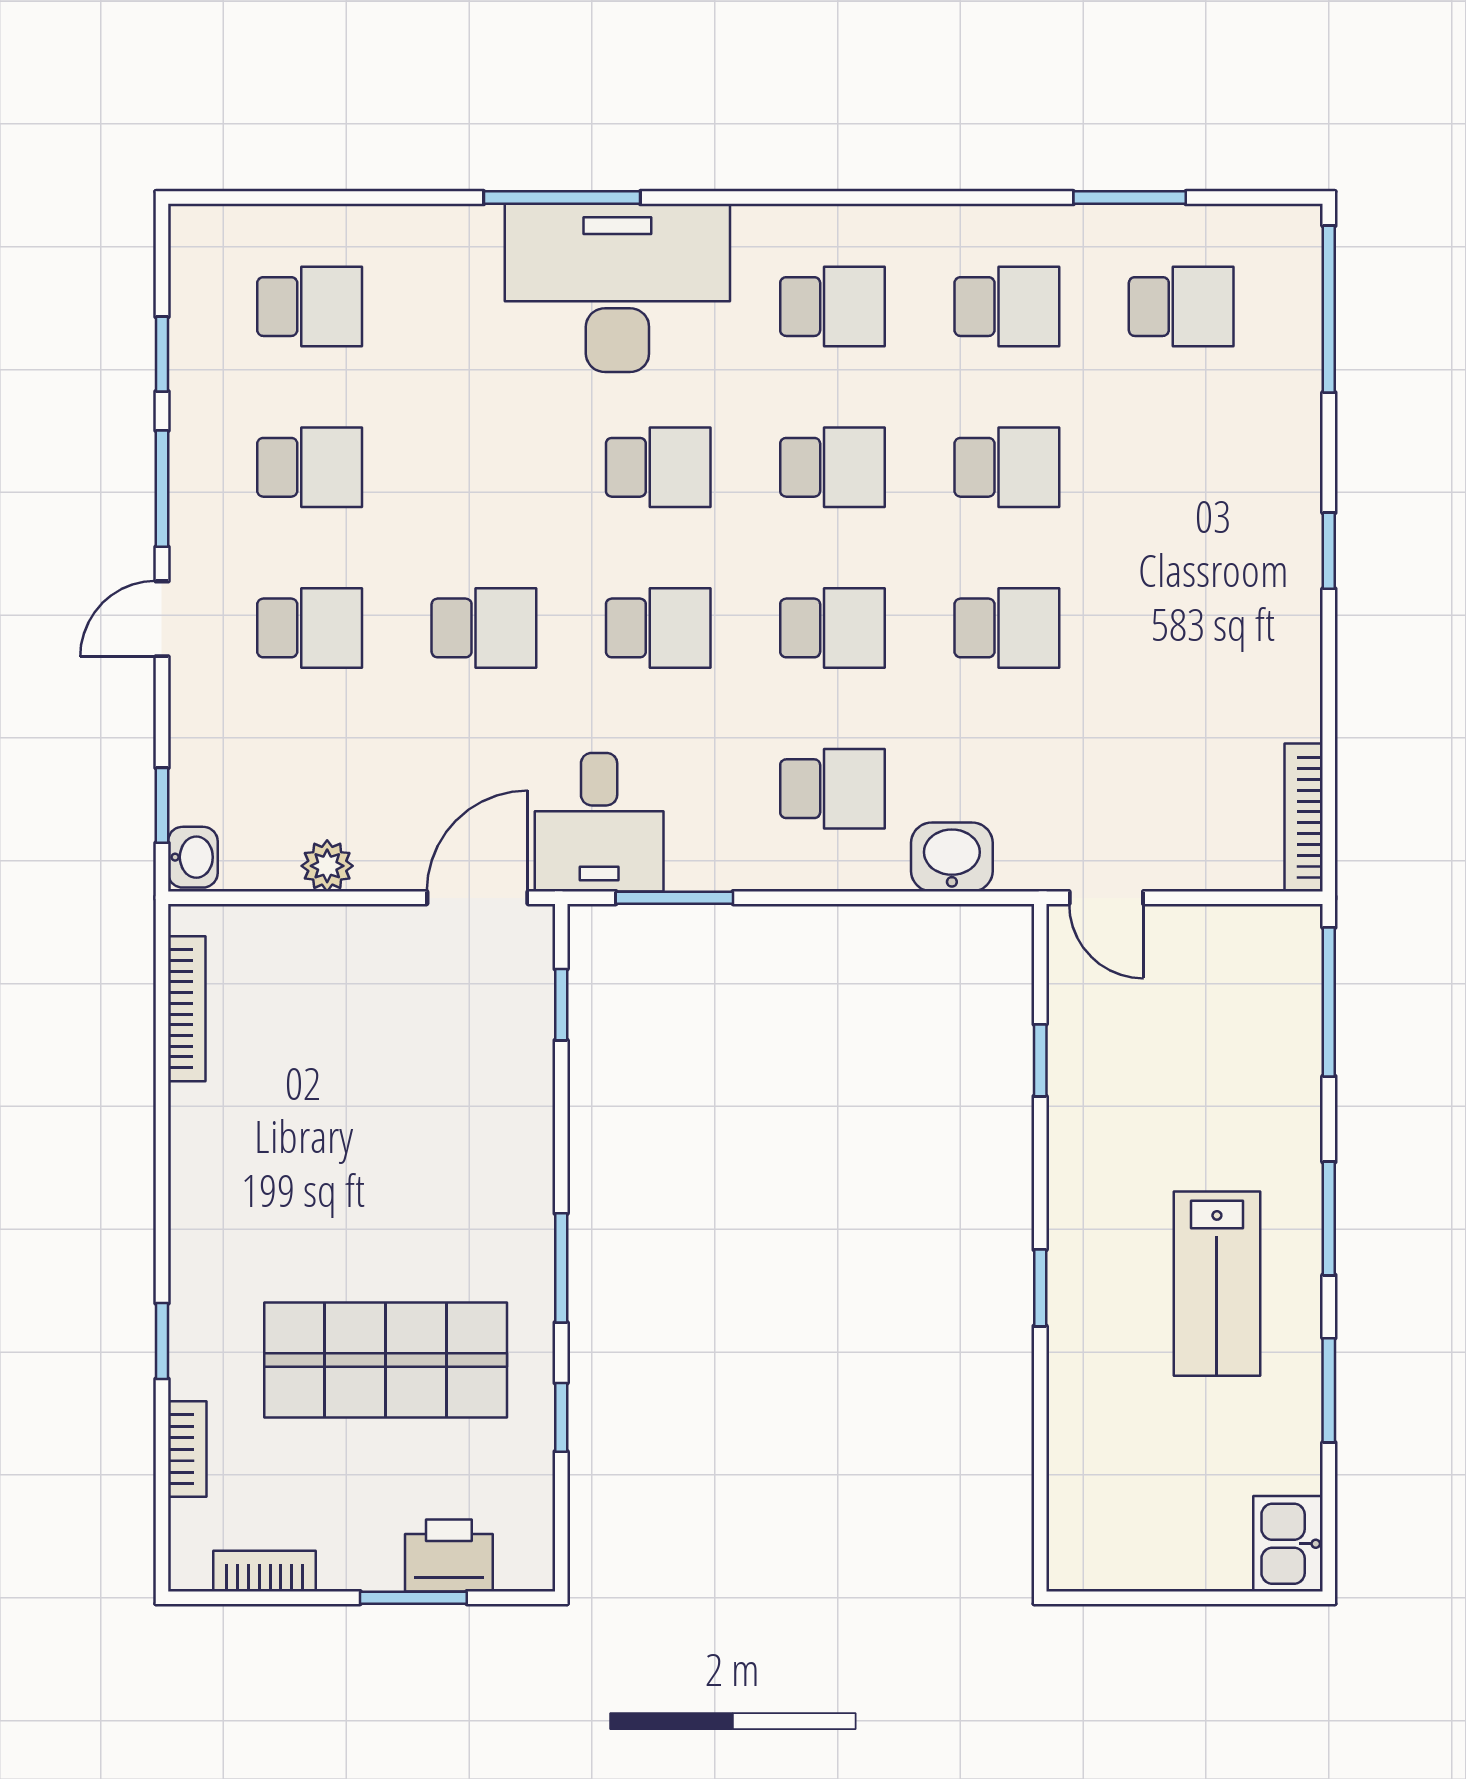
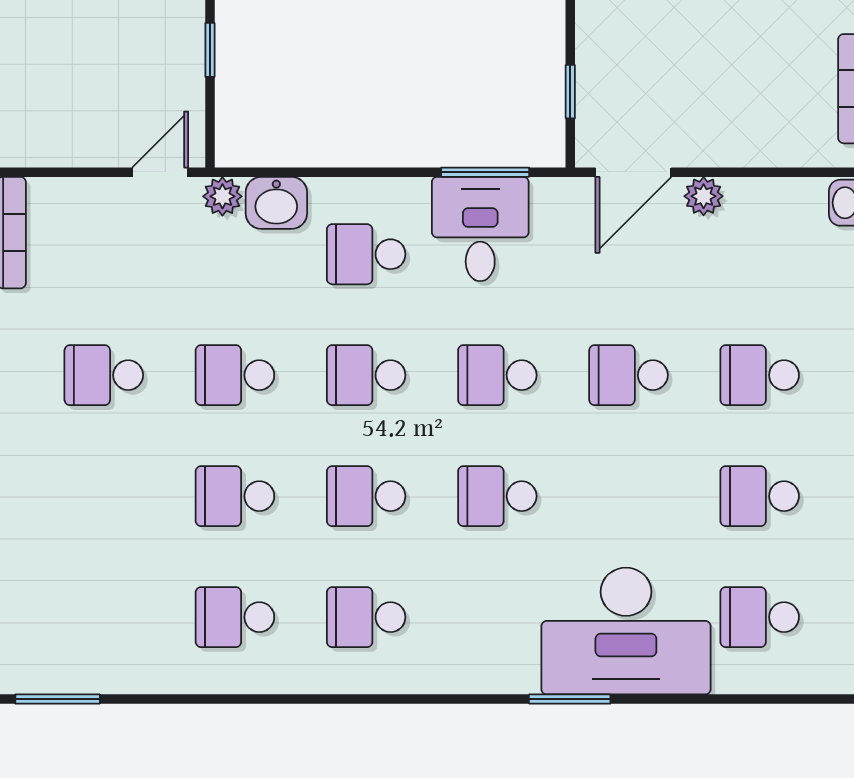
window: (562, 198) -> (570, 699), width x0.69
window: (1130, 198) -> (58, 699), moved
desk: (617, 288) -> (626, 631), moved
school desk: (1181, 307) -> (104, 375), moved
desk: (599, 822) -> (480, 229), moved
plant: (327, 866) -> (704, 196), moved
plant: (1023, 866) -> (222, 196), added
door: (1106, 898) -> (160, 172), hinge flipped

